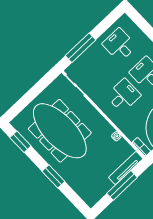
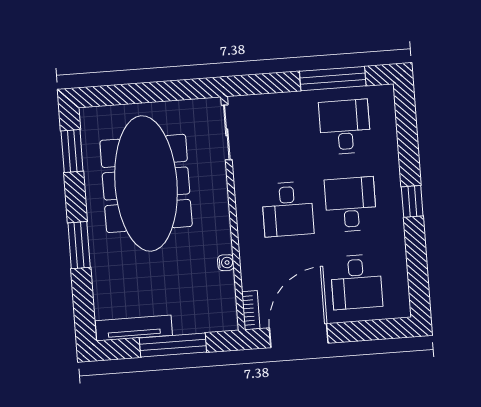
window: (81, 48) -> (333, 79), moved
desk: (123, 95) -> (288, 209), turned 90
tv unit: (126, 168) -> (134, 328), moved

